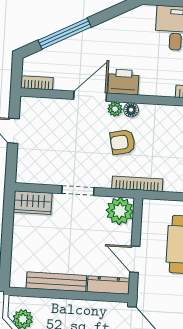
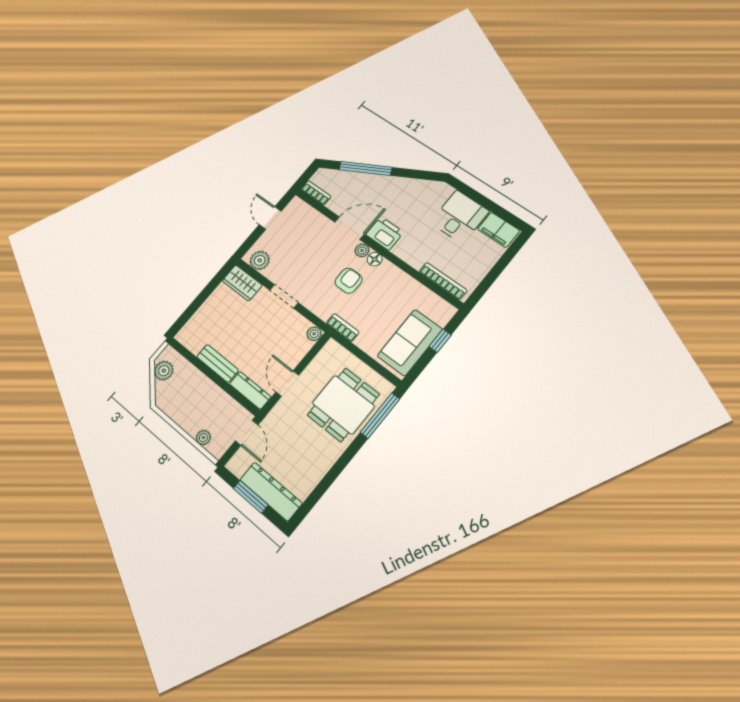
armchair: (123, 142) -> (349, 281), turned 102
plant: (33, 174) -> (260, 260), added
bookcase: (137, 184) -> (343, 328), width x0.64
plant: (120, 211) -> (314, 334), width x0.53, depth x0.53
bench: (56, 282) -> (218, 363), width x0.73

